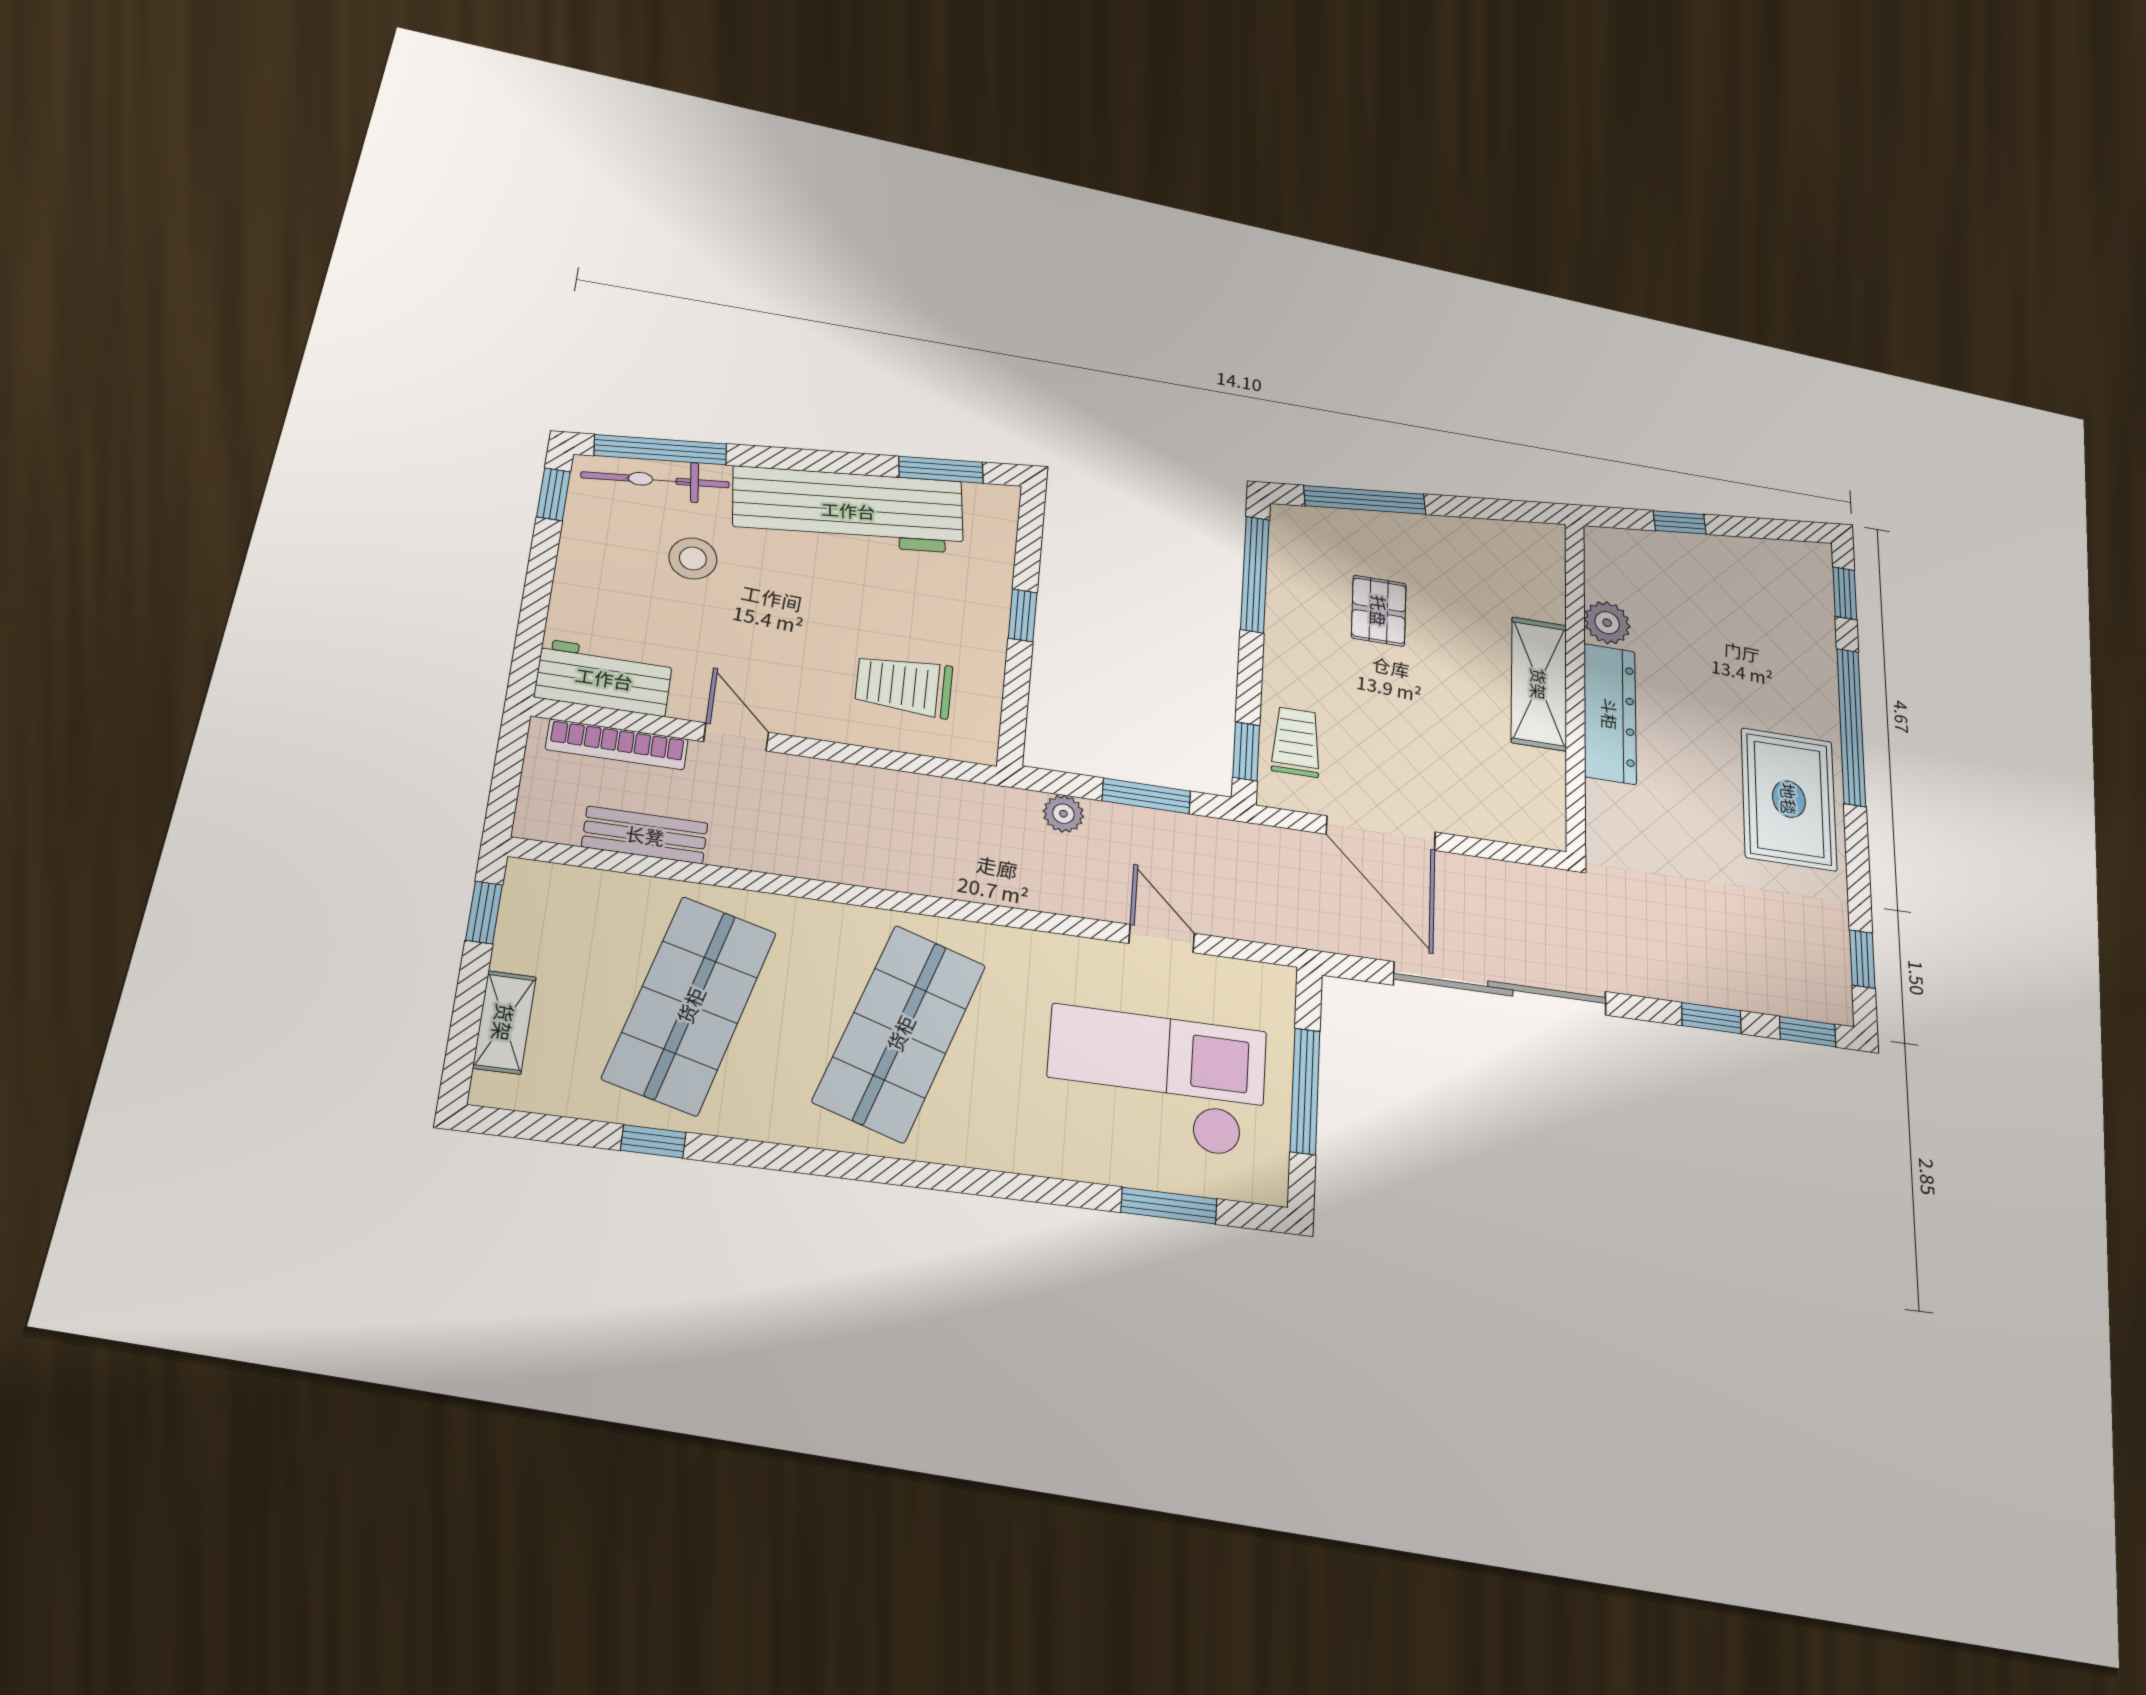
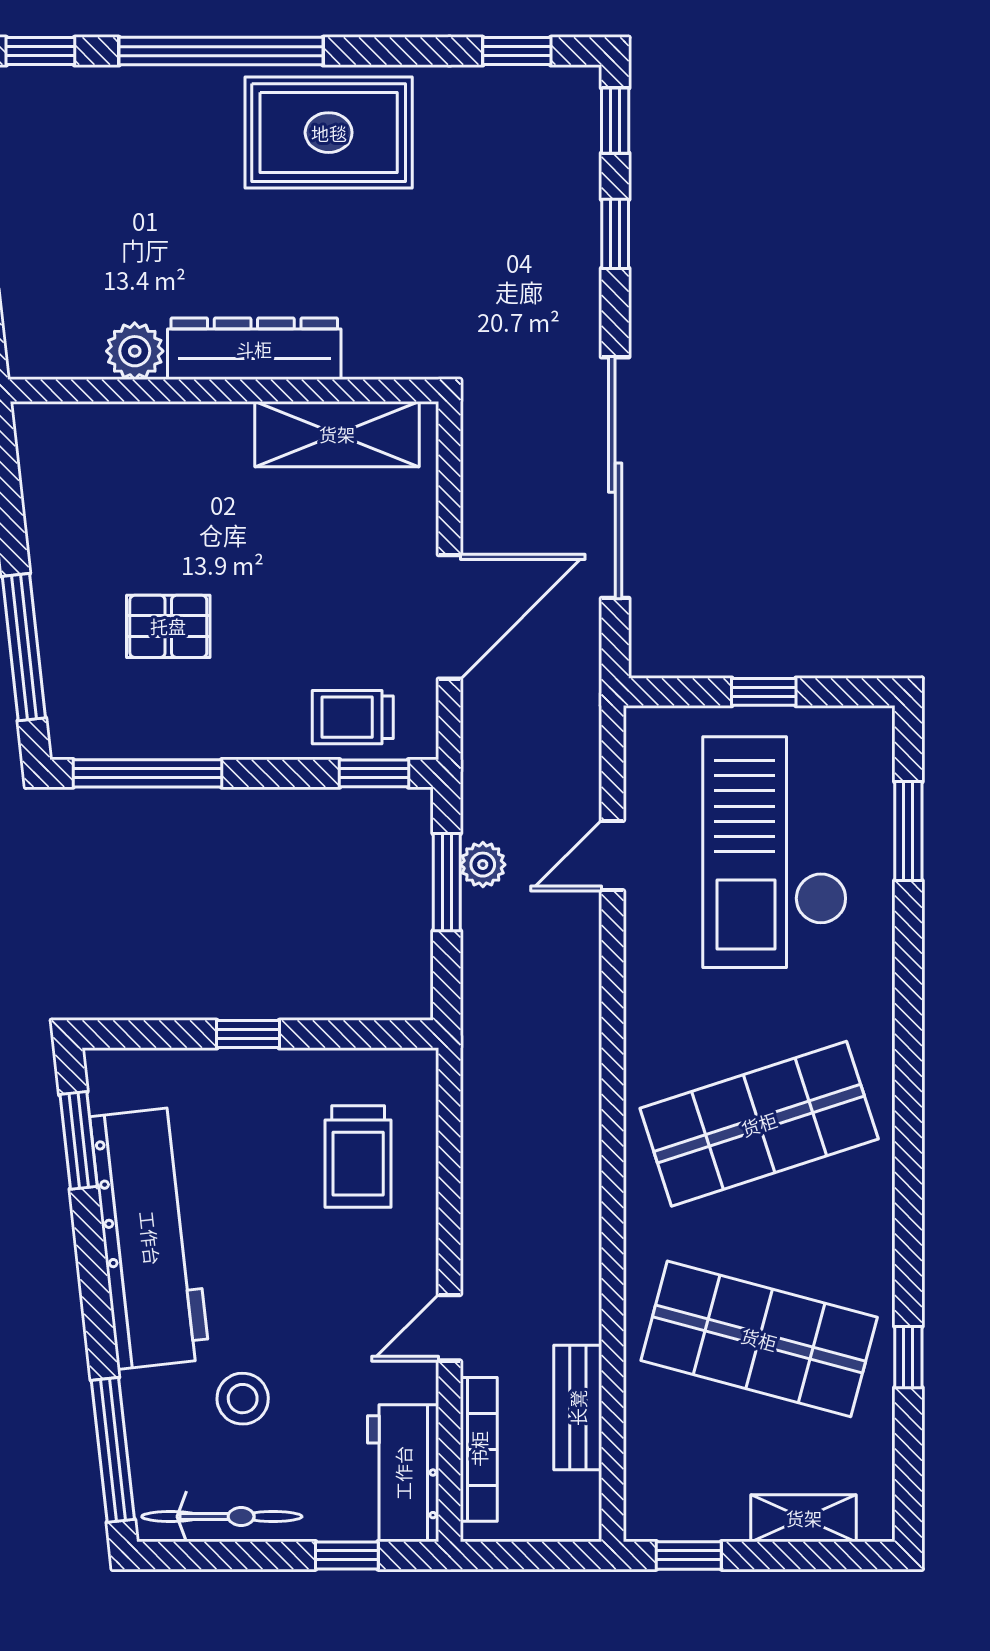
bicycle: (655, 480) -> (222, 1517), moved, turned -84
window: (554, 494) -> (347, 1555), moved
shelving: (1539, 684) -> (337, 434), moved
plant: (1063, 814) -> (483, 865), moved
shop shelf: (900, 1033) -> (759, 1124), turned -36
window: (1305, 1091) -> (764, 692), width x0.46

